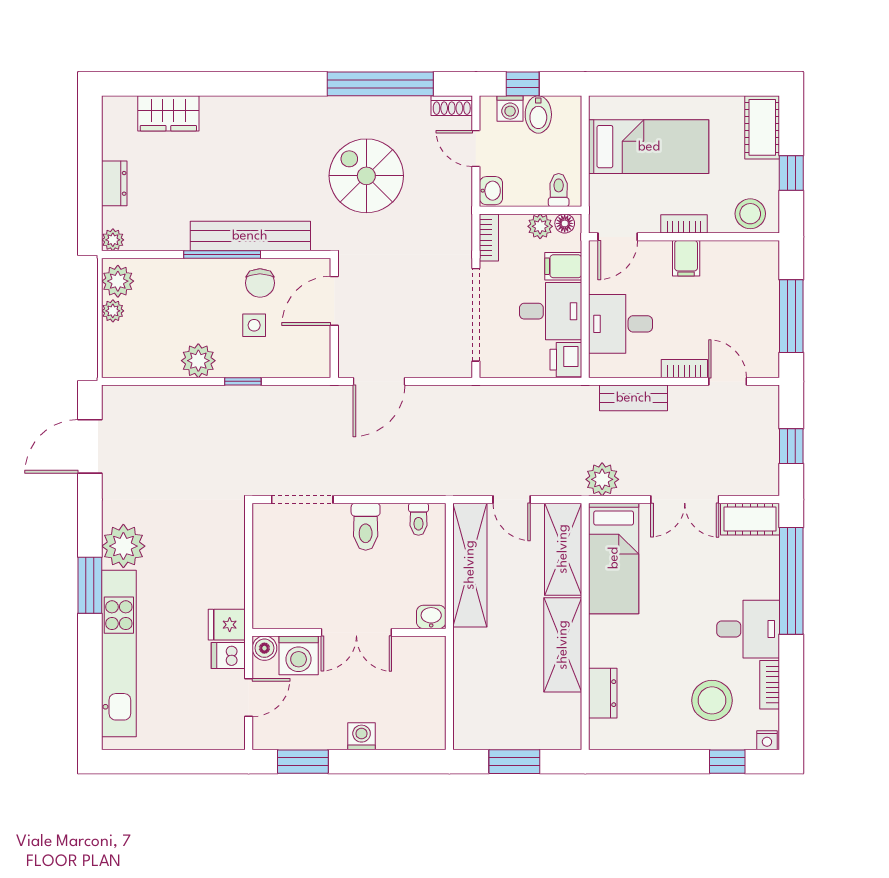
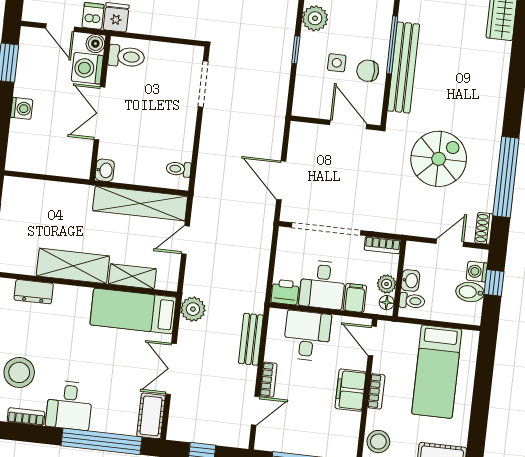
washbasin: (491, 191) -> (410, 281), moved, turned -90
filing cabinet: (686, 258) -> (351, 390), width x2.00
door: (379, 381) -> (281, 180), moved
toilet: (366, 527) -> (126, 57), moved, turned 180
shelving: (563, 549) -> (132, 276), width x0.67, depth x0.75

